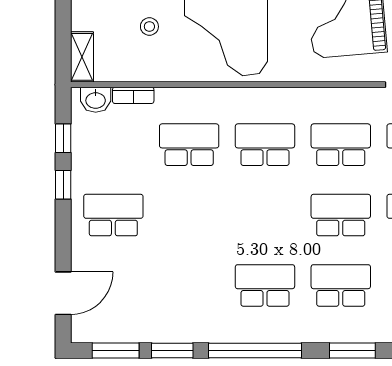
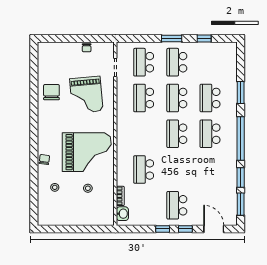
shelving: (82, 57) -> (102, 220), removed
window: (63, 138) -> (185, 229), moved
school desk: (265, 145) -> (177, 134), moved

